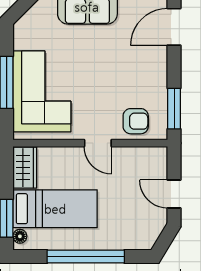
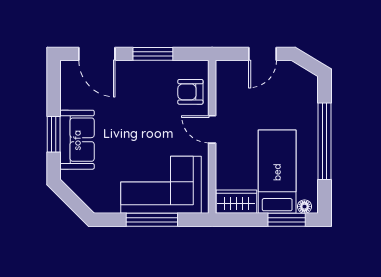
window: (174, 109) -> (153, 54), moved
armchair: (136, 121) -> (190, 92), turned -90
door: (98, 143) -> (212, 129), swing flipped

